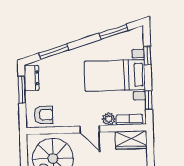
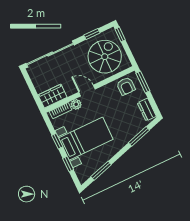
window: (22, 90) -> (143, 82), moved
window: (149, 100) -> (57, 141), moved
armchair: (44, 115) -> (126, 86), turned -90

